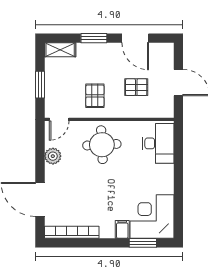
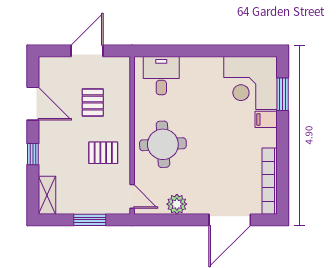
window: (94, 38) -> (33, 154), width x0.67
door: (135, 38) -> (33, 104), hinge flipped
desk: (158, 143) -> (161, 76), width x0.73

